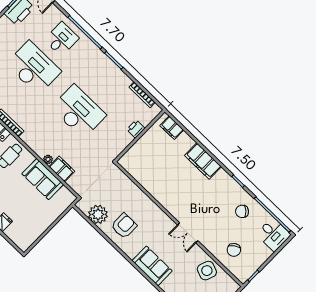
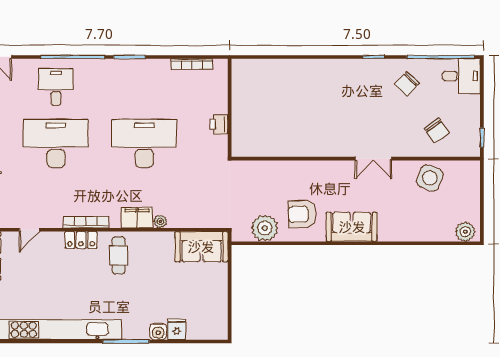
filing cabinet: (172, 128) -> (254, 68), removed
printer: (136, 129) -> (219, 125), moved
filing cabinet: (203, 161) -> (318, 71), removed
filing cabinet: (62, 169) -> (137, 218), moved
sofa: (43, 179) -> (201, 247), moved
armchair: (124, 226) -> (302, 214), turned -92
sofa: (152, 266) -> (352, 227), moved

